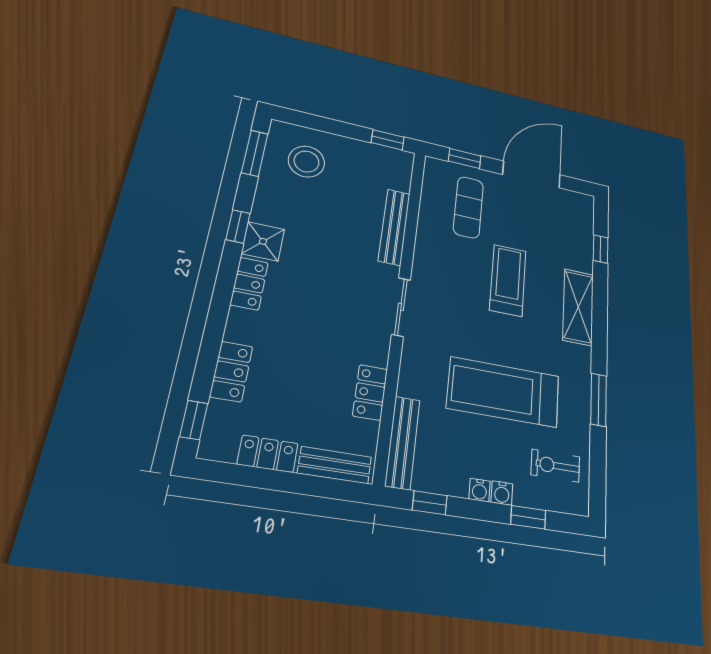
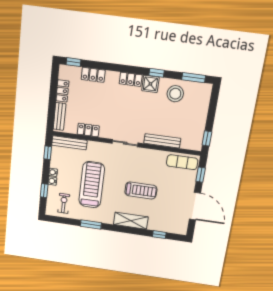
stool: (307, 162) -> (175, 94), moved
exercise mat: (468, 207) -> (182, 162), moved

